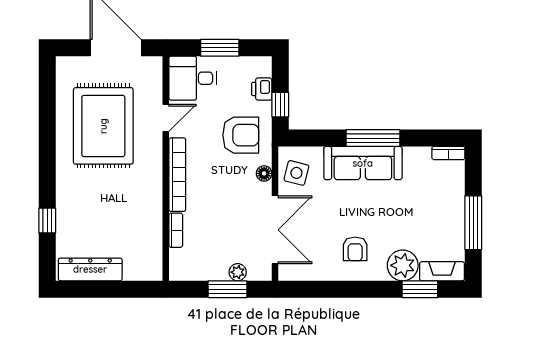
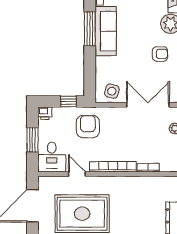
printer: (262, 89) -> (45, 113), moved
window: (373, 138) -> (90, 29), moved
sofa: (363, 163) -> (106, 31), moved
floor lamp: (264, 173) -> (112, 112), removed

